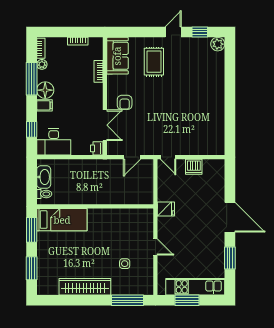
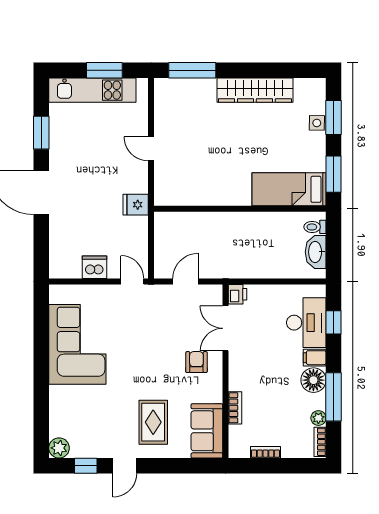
corner sofa: (205, 114) -> (77, 344), added
desk: (54, 142) -> (306, 323), moved, turned 90
side table: (125, 264) -> (317, 123), moved

